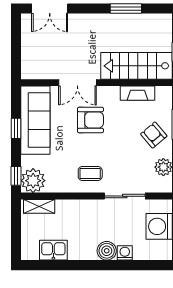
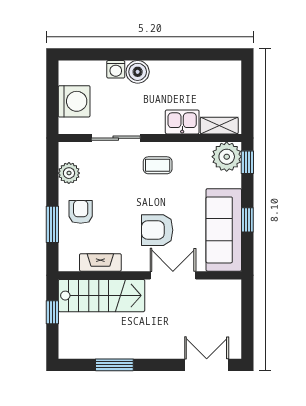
armchair: (154, 135) -> (81, 212), turned -140
kitchen sink: (53, 250) -> (182, 122), moved, turned 180

